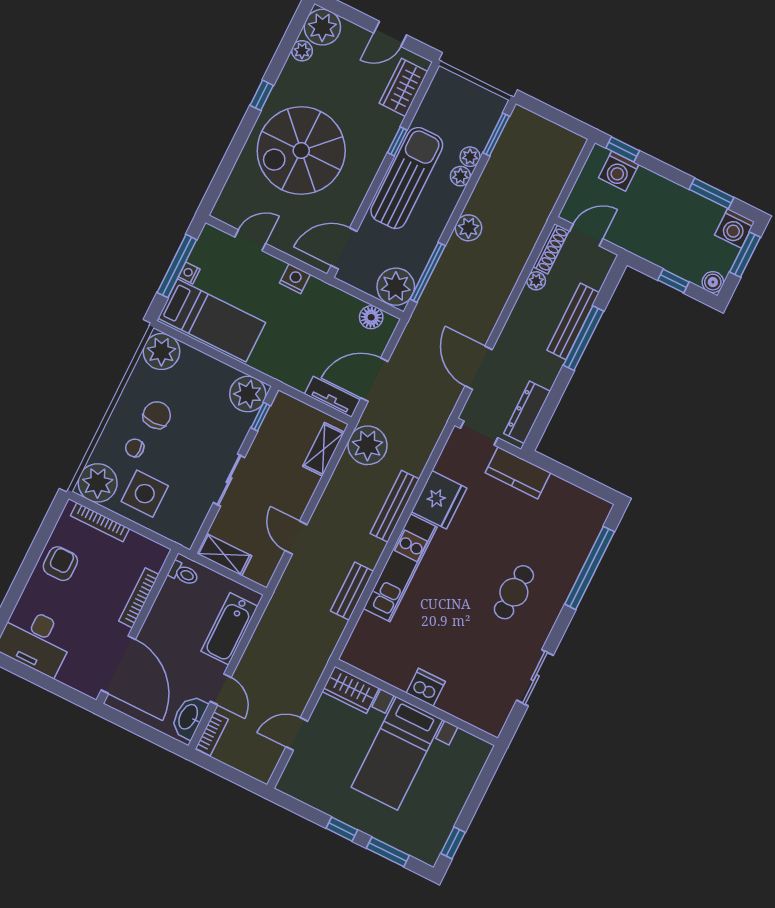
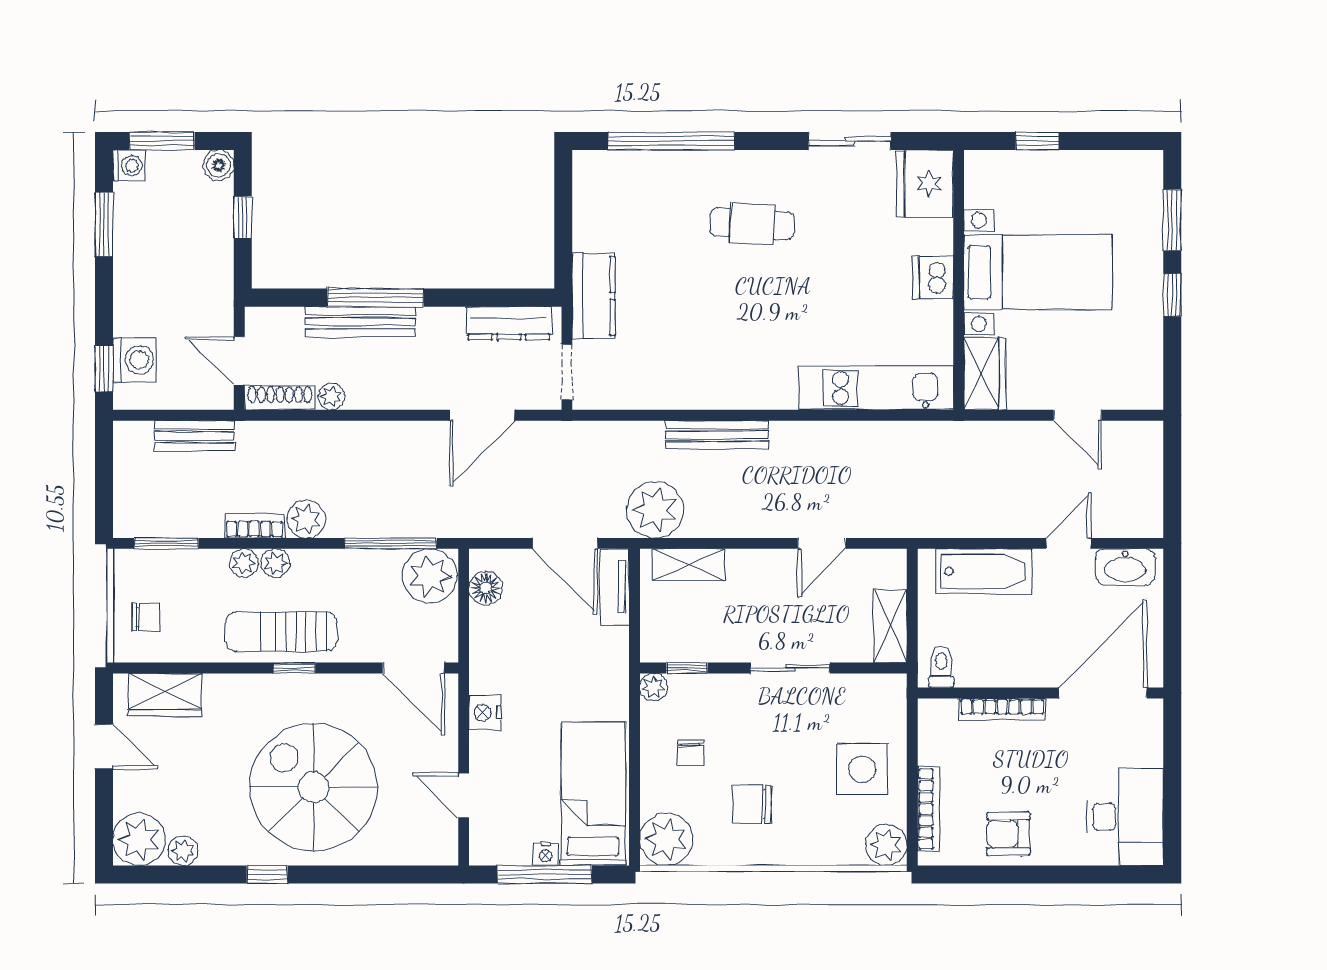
chair: (457, 99) -> (146, 617), added
window: (397, 141) -> (294, 668), moved
spiral stairs: (301, 151) -> (314, 787), turned 180
plant: (470, 157) -> (275, 563), moved
sun lounger: (407, 178) -> (281, 632), width x0.73, depth x0.75
washing machine: (735, 228) -> (129, 166), width x0.73, depth x0.73
plant: (248, 394) -> (654, 687), width x0.53, depth x0.53
chair: (135, 448) -> (691, 753), moved
plant: (98, 483) -> (886, 845), width x0.73, depth x0.73
fridge: (439, 500) -> (925, 184), moved, turned -90
kitchen unit: (400, 568) -> (876, 388), moved
bench: (352, 591) -> (195, 436), moved
bookcase: (212, 734) -> (254, 526), moved
window: (453, 843) -> (1037, 141), moved

